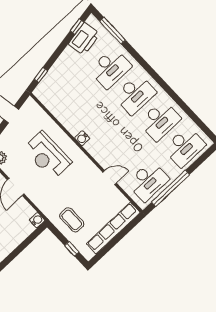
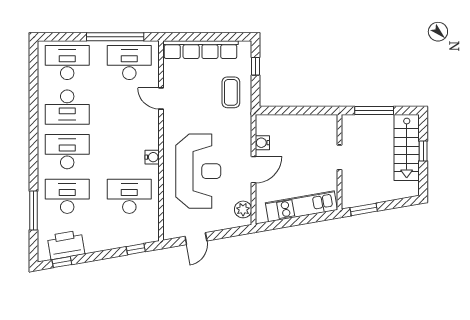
window: (112, 31) -> (34, 211), moved
desk: (74, 102) -> (129, 196), added
desk: (160, 121) -> (67, 107), turned 180
reception desk: (47, 155) -> (198, 171), width x1.36, depth x1.30
water cooler: (37, 220) -> (262, 143), moved

